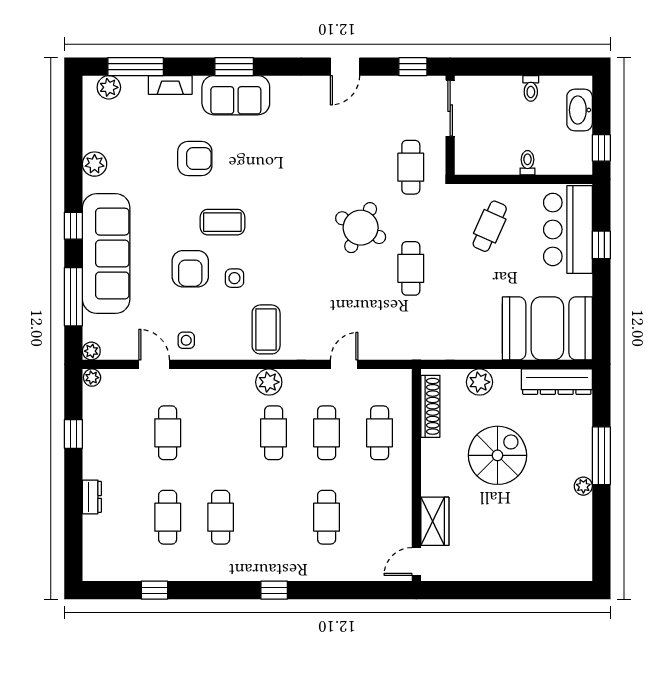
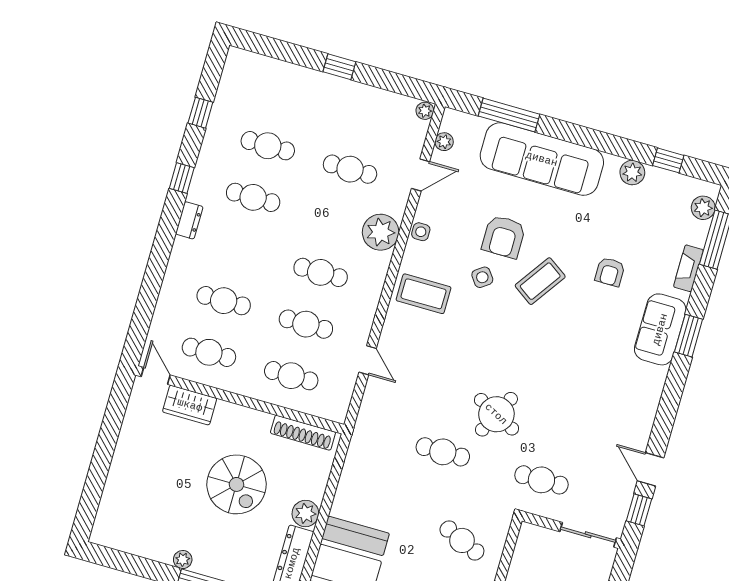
door: (345, 67) -> (650, 469), moved
armchair: (195, 158) -> (610, 272), width x0.72, depth x0.72
coffee table: (222, 222) -> (540, 281), turned 35
window: (73, 226) -> (668, 160), moved
armchair: (190, 269) -> (504, 237), turned -90
side table: (234, 278) -> (482, 277), turned -36
side table: (186, 340) -> (421, 232), moved
plant: (91, 351) -> (444, 142), moved
plant: (269, 382) -> (381, 232), moved, width x1.36, depth x1.36
plant: (479, 382) -> (305, 513), moved
window: (73, 434) -> (339, 67), moved
dresser: (92, 497) -> (189, 220), moved, turned -90
cafe table: (380, 517) -> (209, 352), added
window: (274, 590) -> (182, 178), moved

